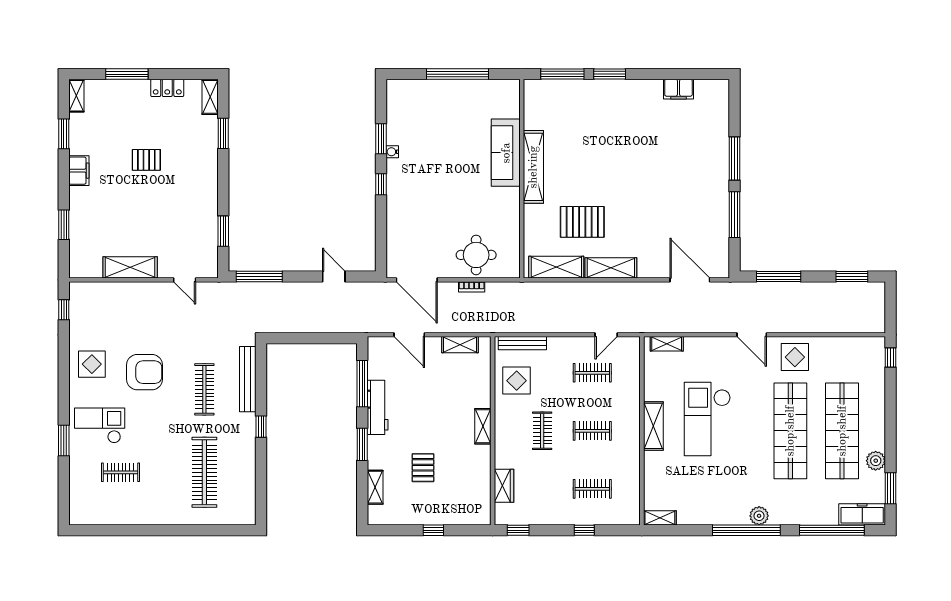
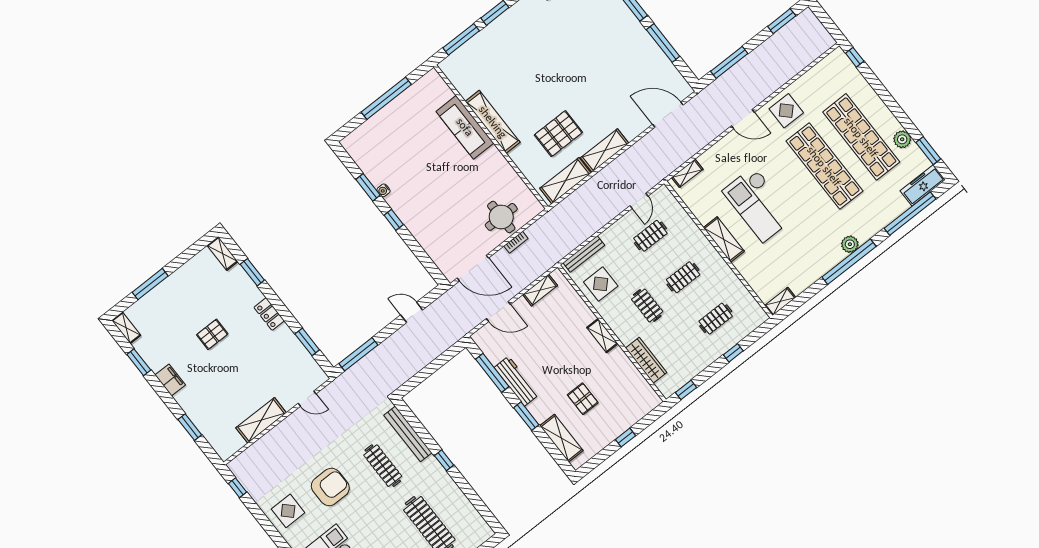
locker: (167, 88) -> (269, 314), moved, turned 90
wardrobe: (504, 486) -> (646, 360), width x1.50
shelving: (375, 487) -> (561, 438), width x1.50, depth x1.33

